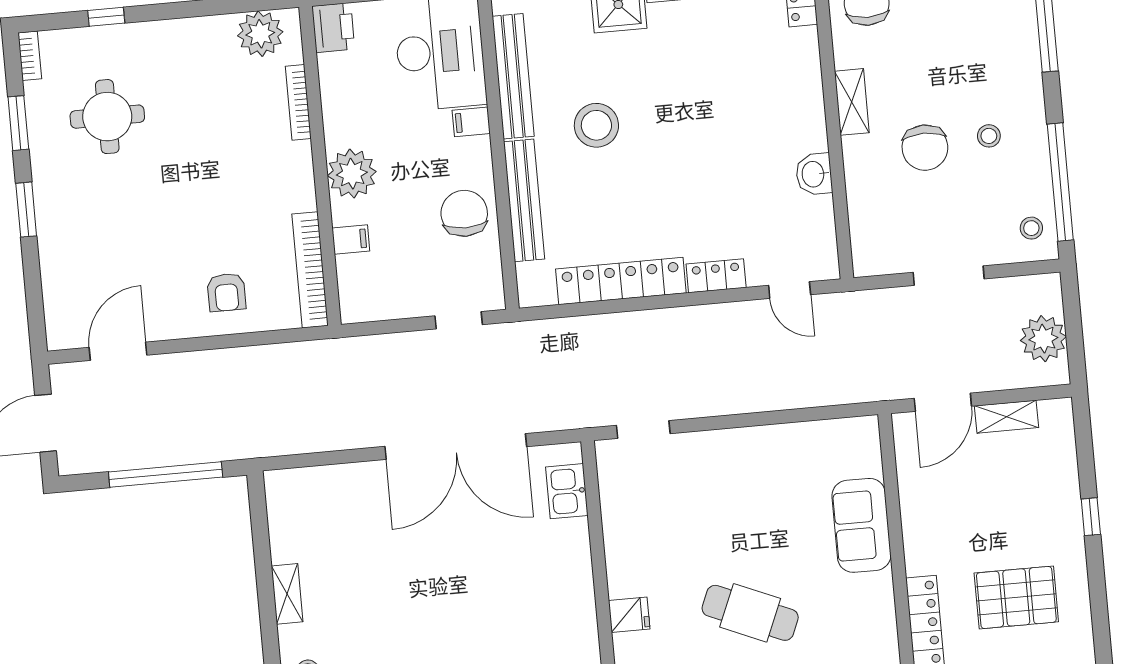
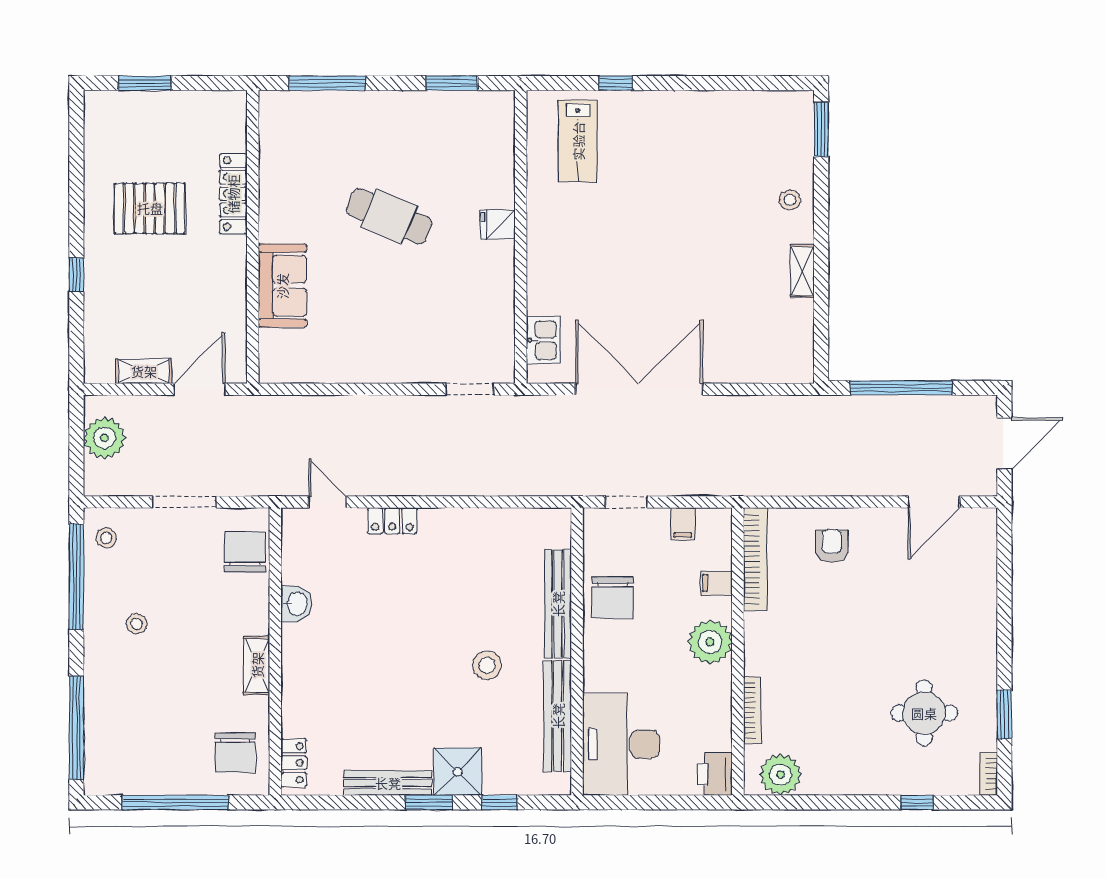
filing cabinet: (471, 122) -> (683, 524), moved, turned 90
stool: (596, 125) -> (487, 665), width x0.73, depth x0.73
chair: (925, 148) -> (245, 552), moved
window: (26, 210) -> (1004, 636), removed
locker: (621, 281) -> (478, 524), removed

